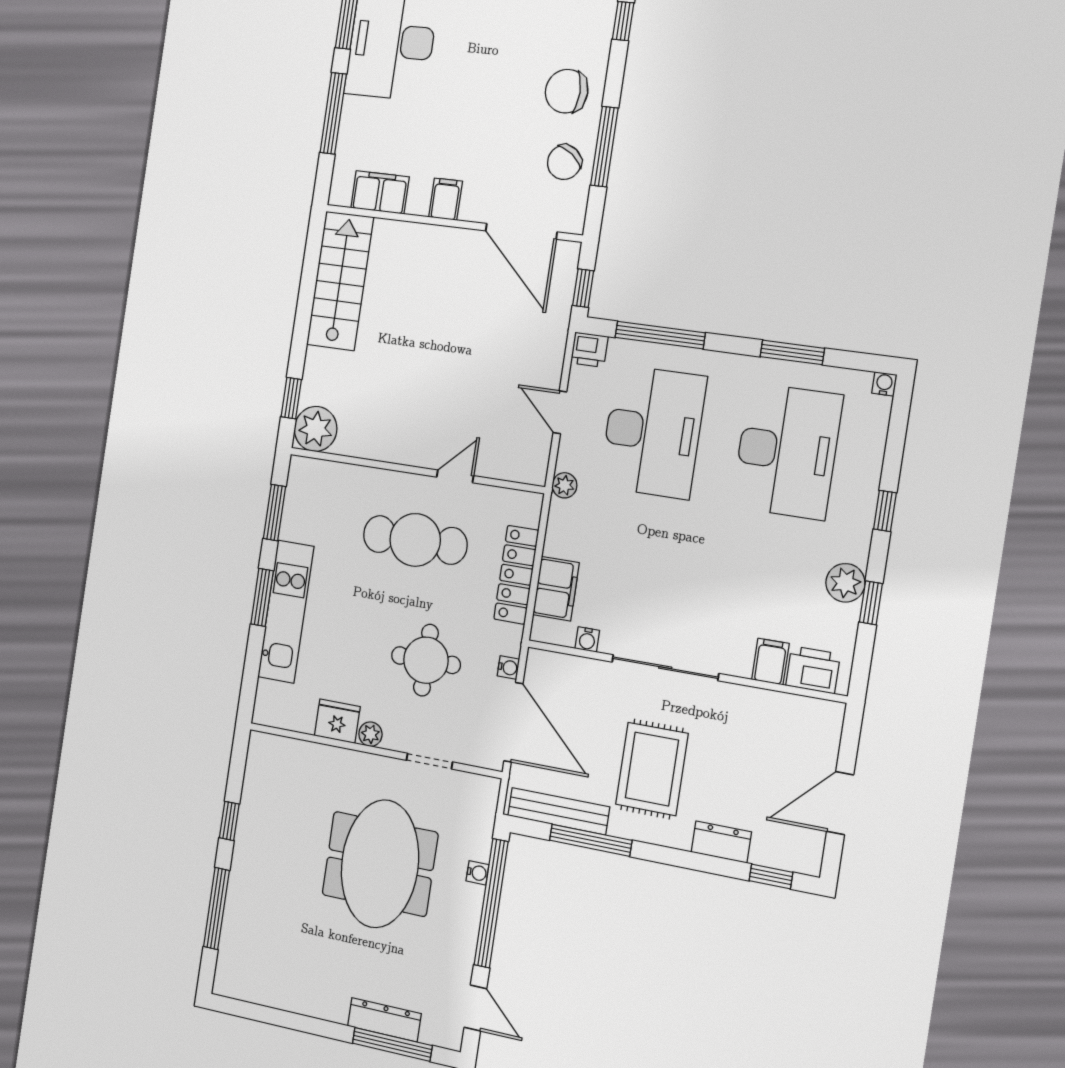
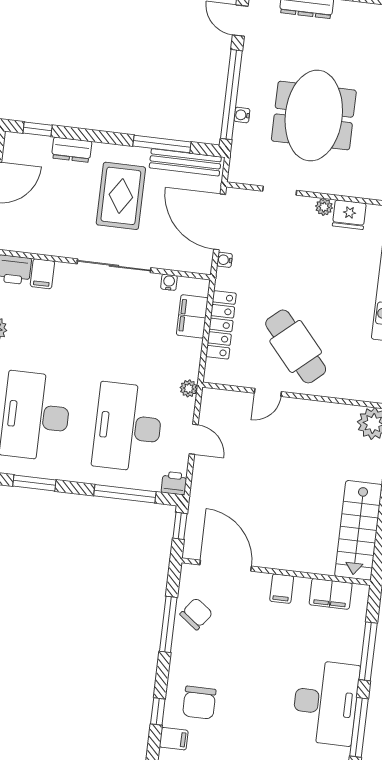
chair: (567, 91) -> (199, 703), moved, turned 90
cafe table: (415, 540) -> (296, 346), turned 49
round table: (426, 660) -> (285, 262), removed

